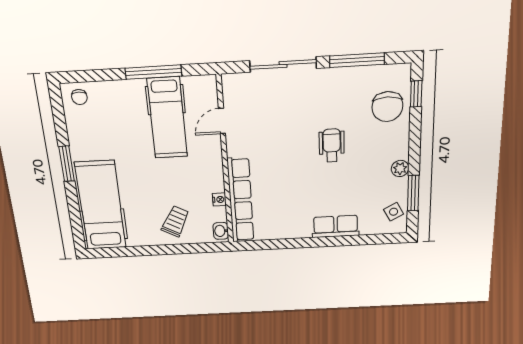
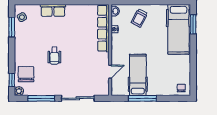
window: (67, 164) -> (193, 24), moved
plant: (400, 169) -> (19, 91), moved

